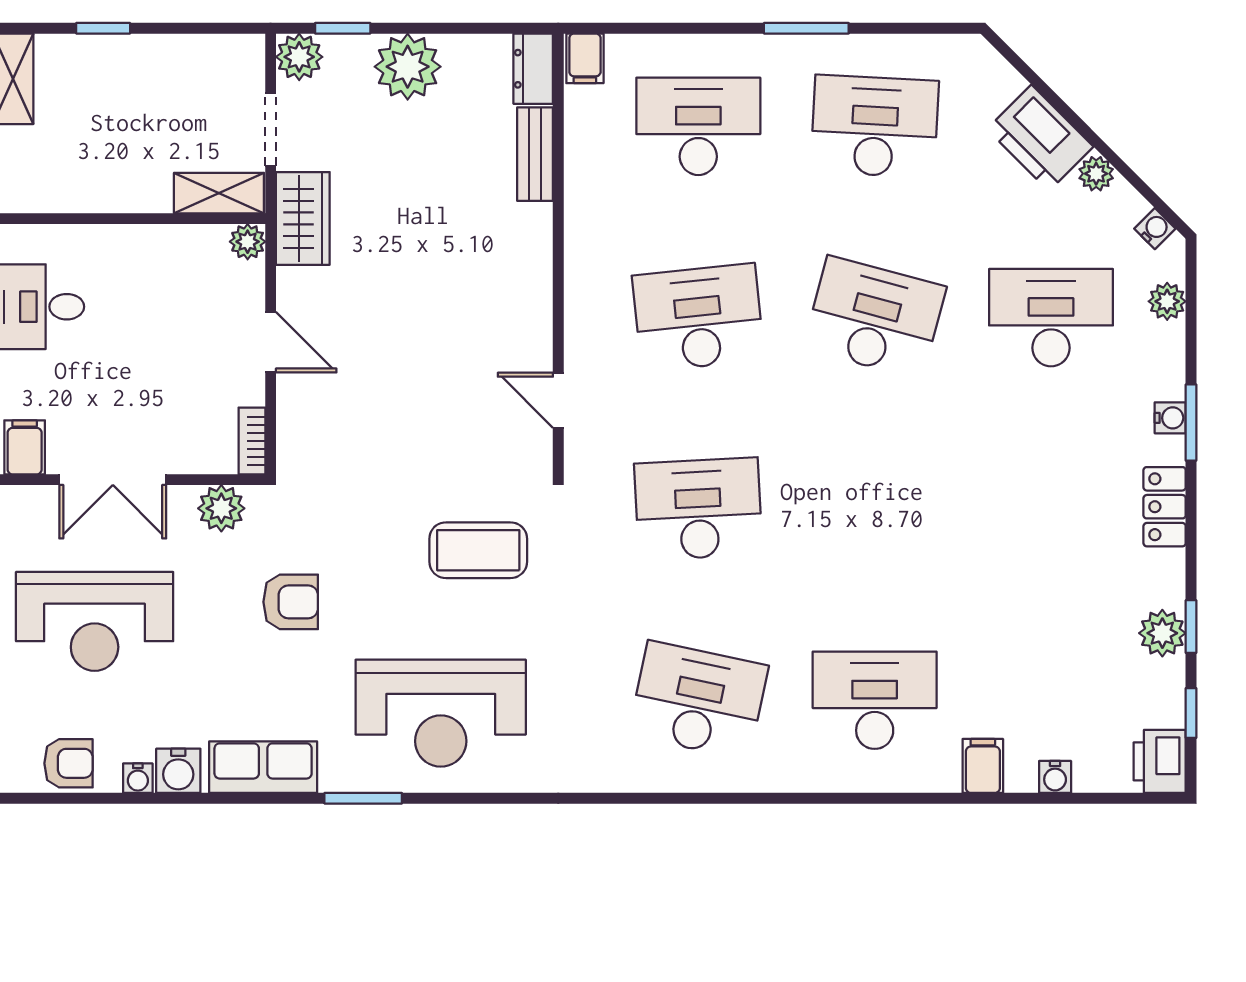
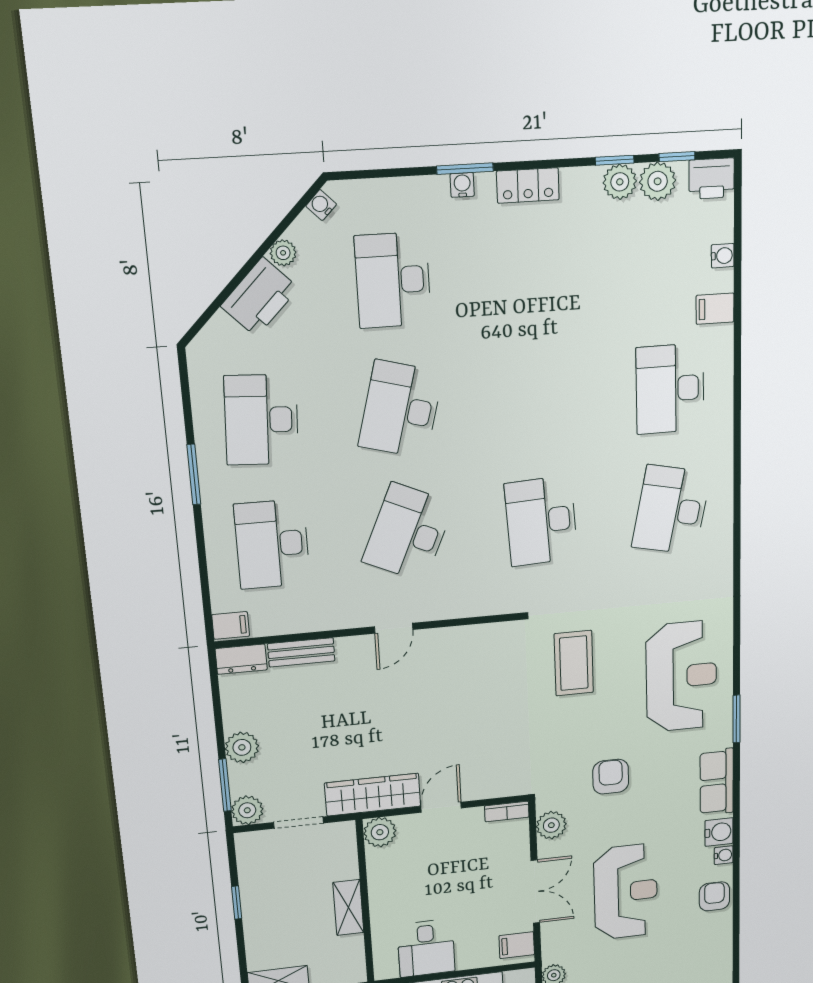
window: (103, 28) -> (237, 903), moved
window: (343, 28) -> (225, 785), width x1.50
plant: (408, 67) -> (242, 747), width x0.73, depth x0.73
shelving: (219, 193) -> (348, 908), moved
wardrobe: (303, 218) -> (373, 795), width x1.50
plant: (248, 242) -> (380, 832), width x1.38, depth x1.38
plant: (1167, 301) -> (658, 181), moved, width x1.38, depth x1.38
desk: (698, 318) -> (408, 532), turned 30
door: (558, 400) -> (394, 628), moved

